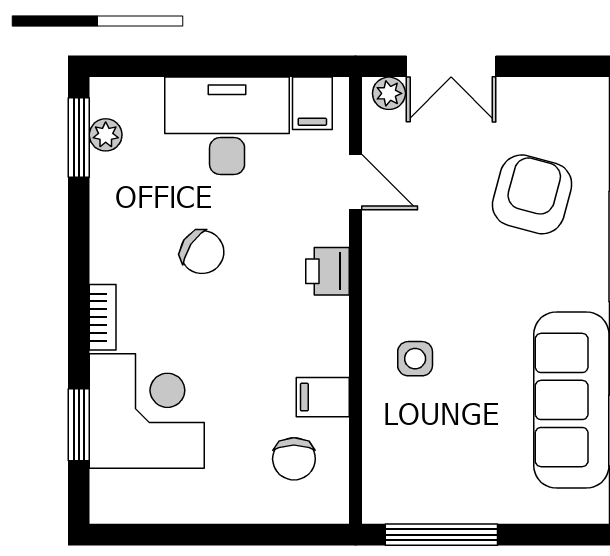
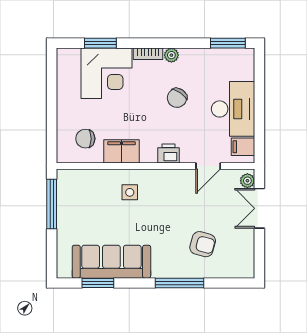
plant: (106, 135) -> (171, 55), moved
armchair: (532, 194) -> (203, 244), width x0.72, depth x0.72
filing cabinet: (323, 397) -> (121, 151), width x2.00

